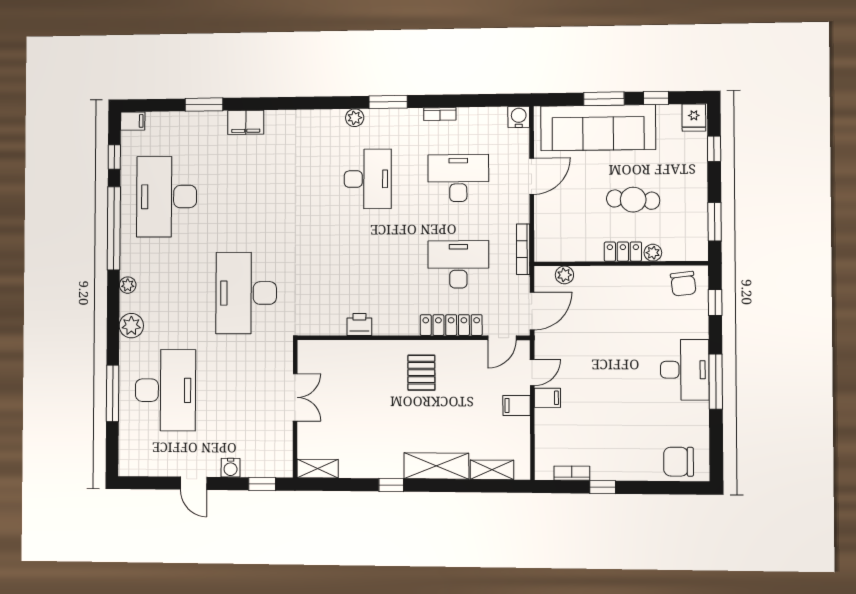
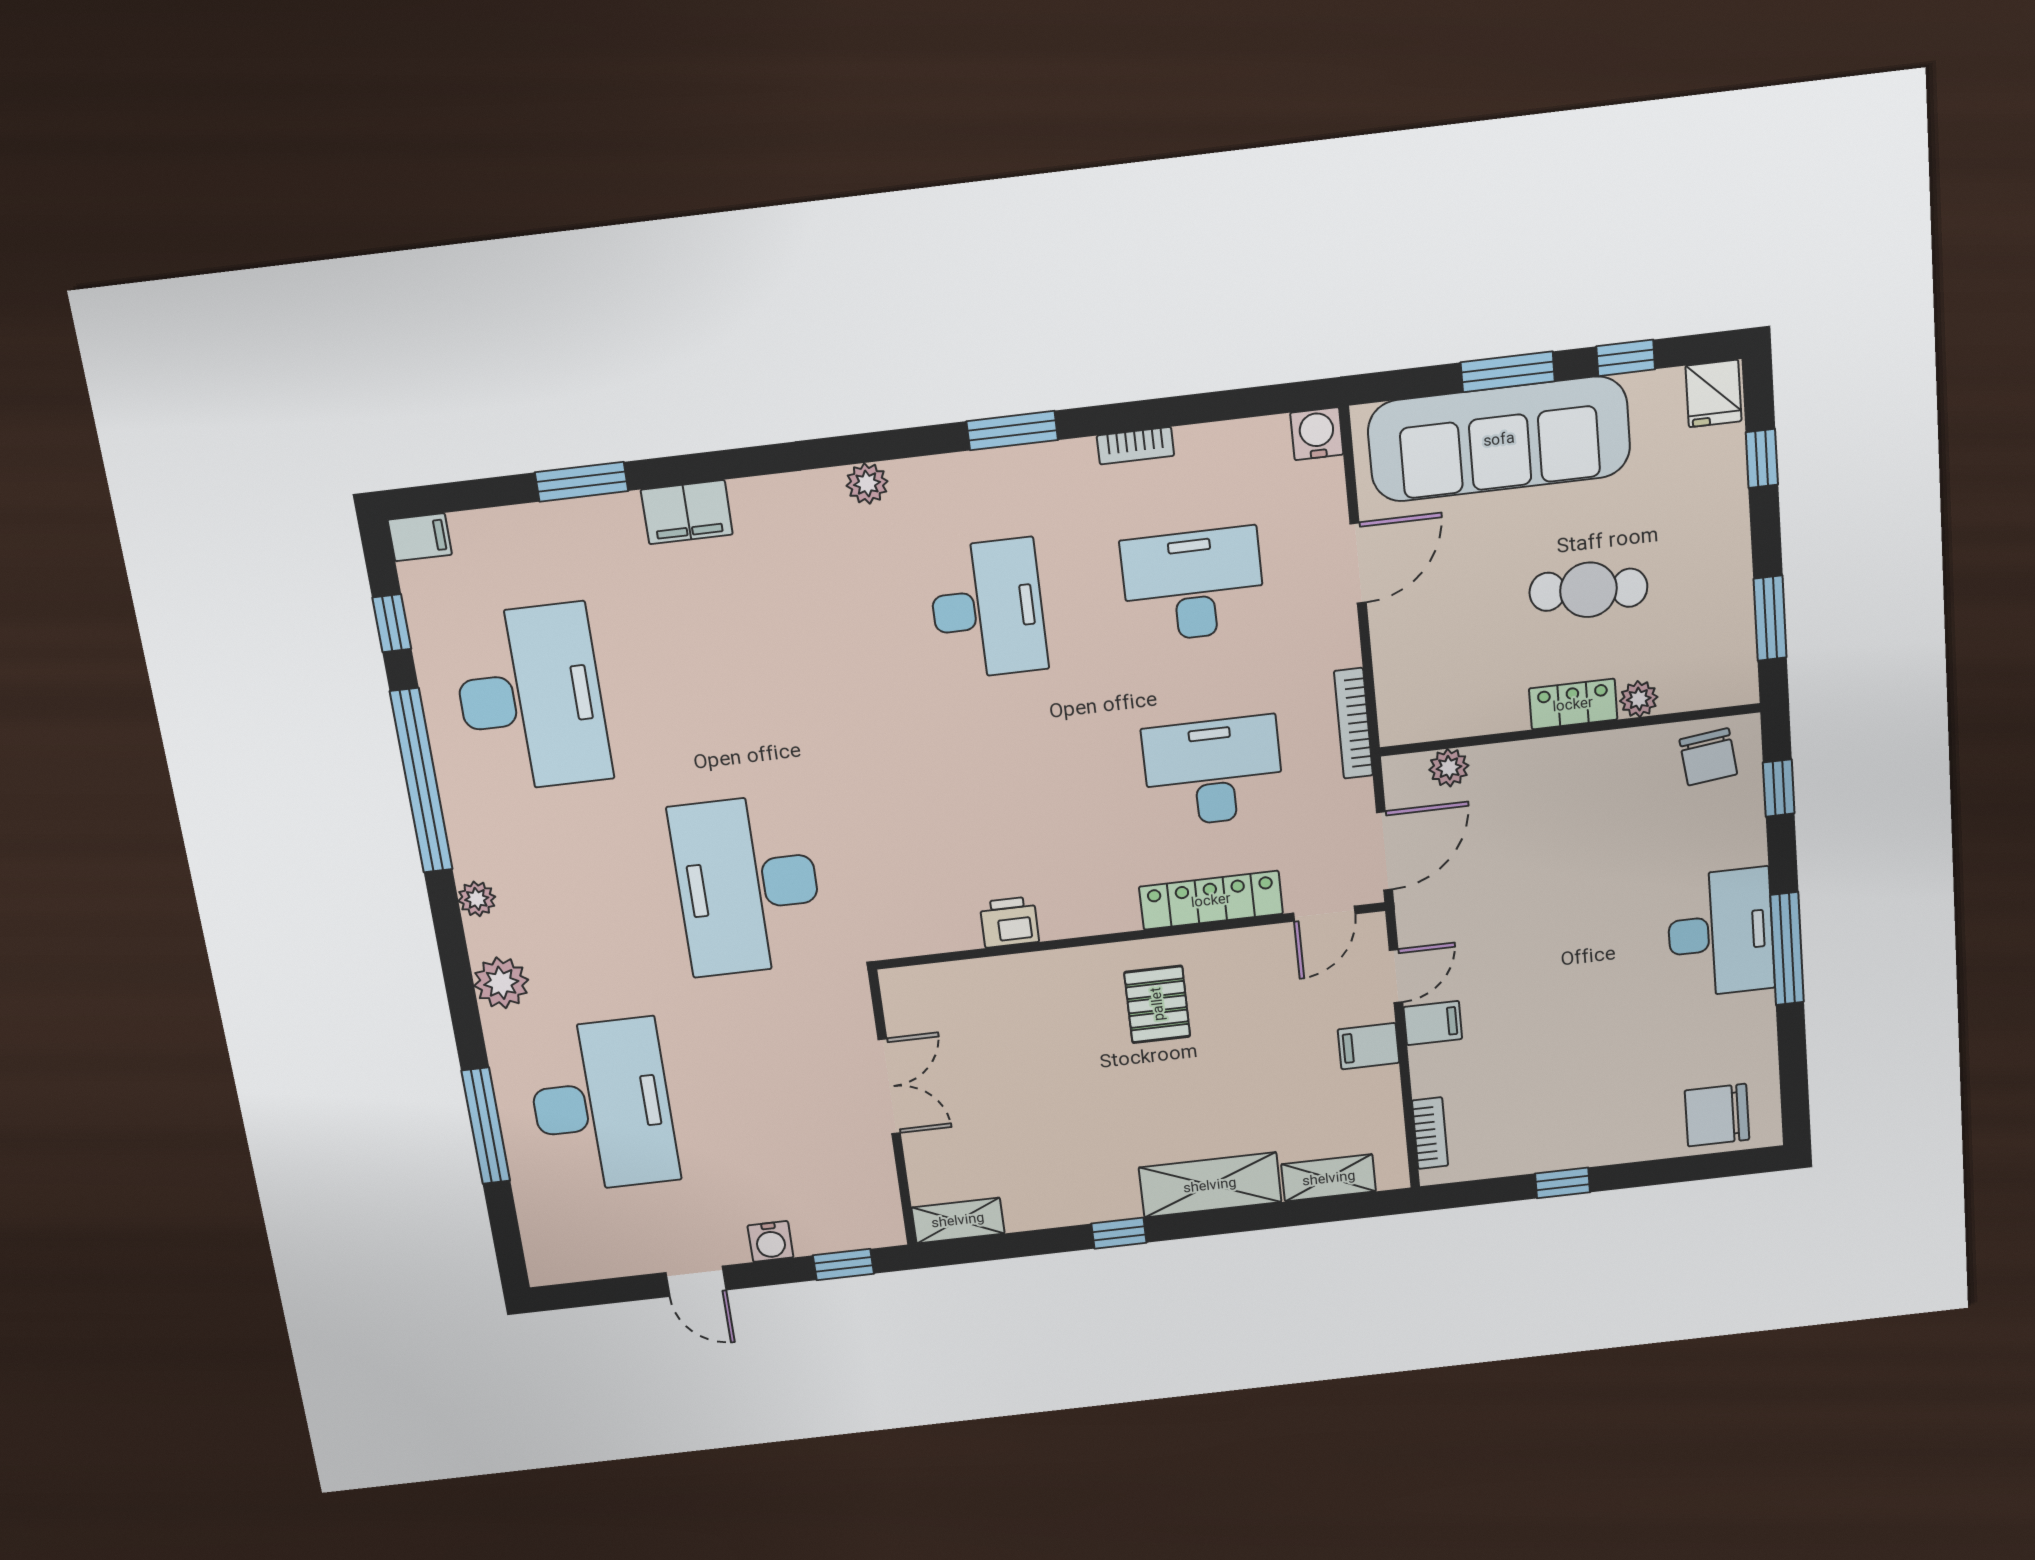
plant: (355, 118) -> (867, 484), moved
desk: (167, 197) -> (531, 698), turned 180
bookcase: (572, 473) -> (1430, 1133), moved, turned 90

